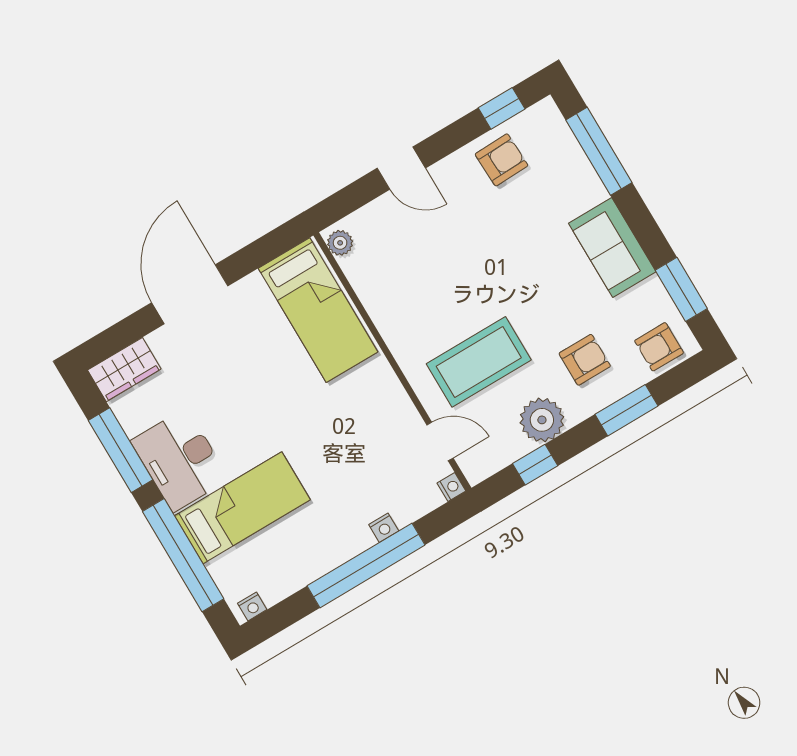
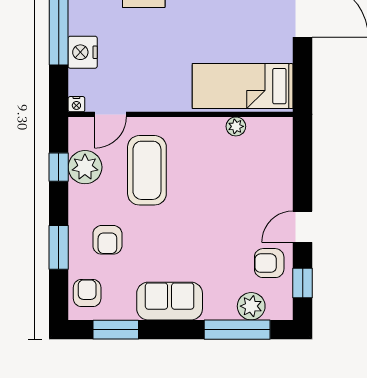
plant: (563, 151) -> (251, 306), added
armchair: (501, 160) -> (269, 263), turned 92
door: (401, 168) -> (303, 227), moved
plant: (340, 243) -> (236, 126), moved
plant: (542, 420) -> (85, 167), moved
nightstand: (384, 528) -> (83, 52), width x1.89, depth x1.79

